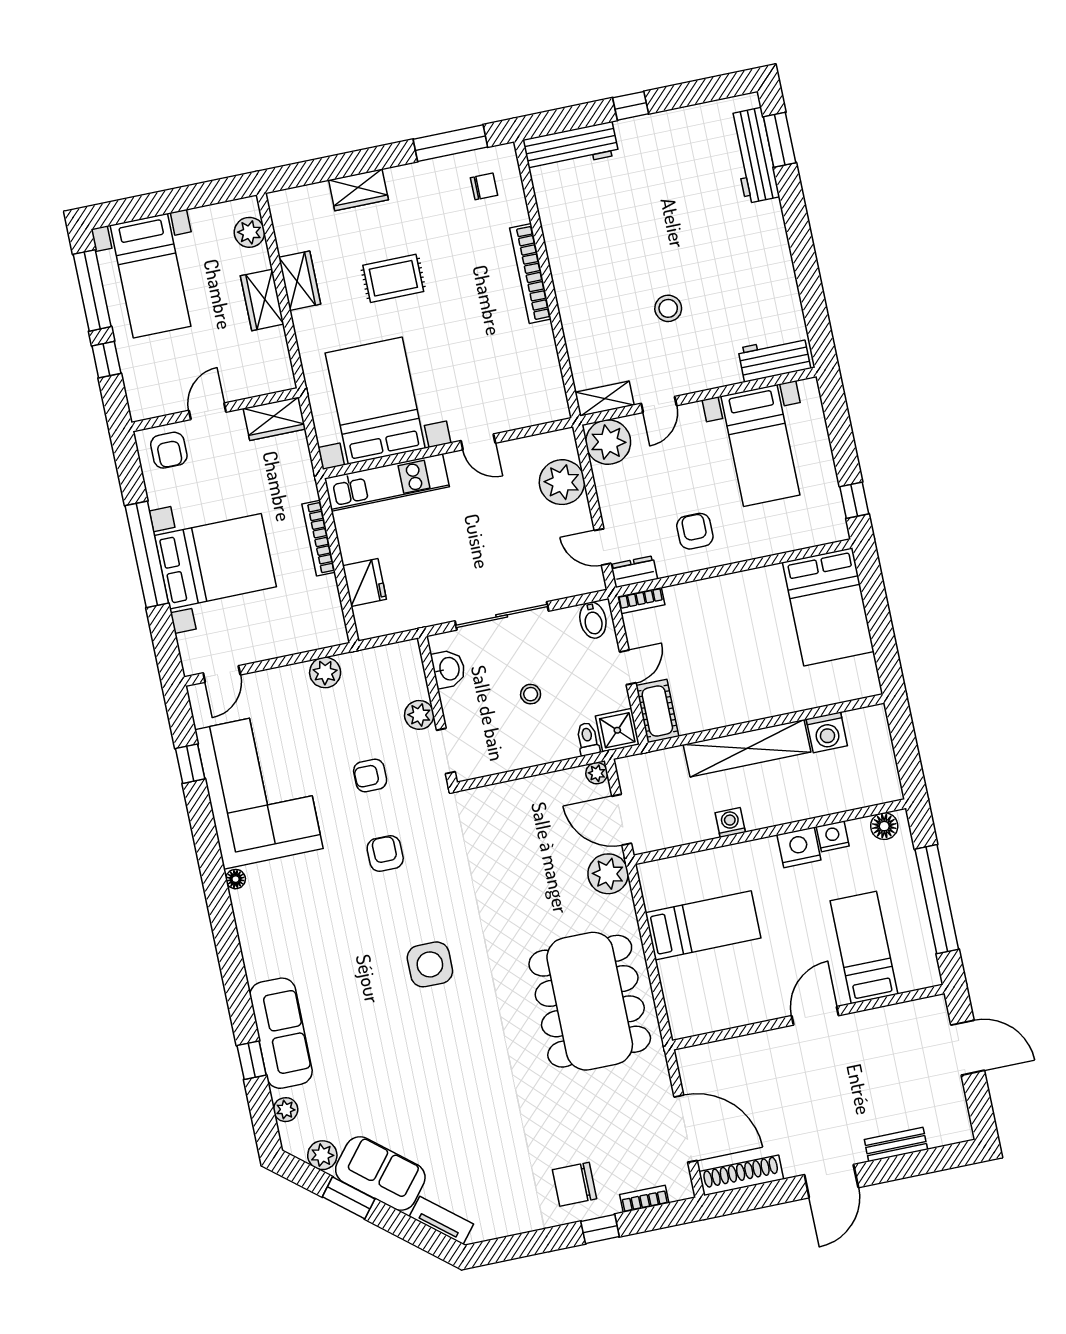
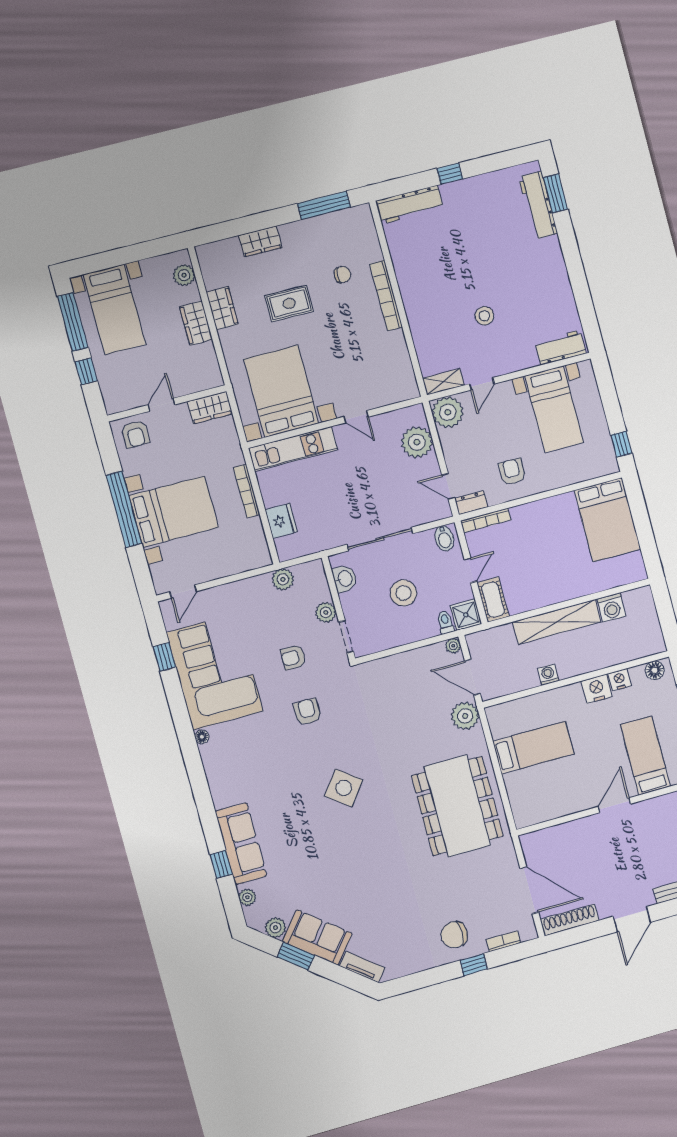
chair: (484, 186) -> (342, 275), moved
bookcase: (641, 601) -> (486, 520), width x1.56
plant: (325, 672) -> (283, 579), moved
stool: (531, 694) -> (404, 593), width x1.89, depth x1.89
side table: (430, 964) -> (344, 788), turned 37

